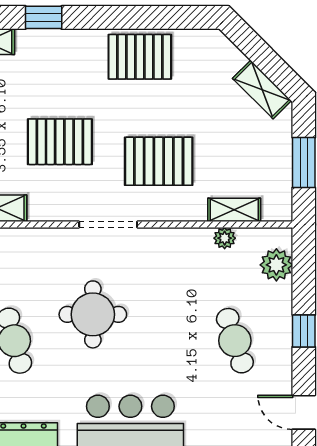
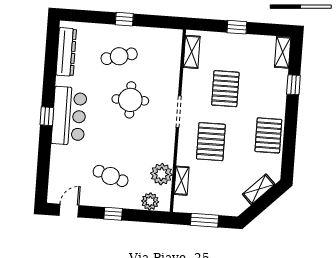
shelving: (262, 89) -> (259, 189), moved
plant: (225, 238) -> (161, 174), width x1.87, depth x1.87
cafe table: (235, 341) -> (111, 176), turned 36

